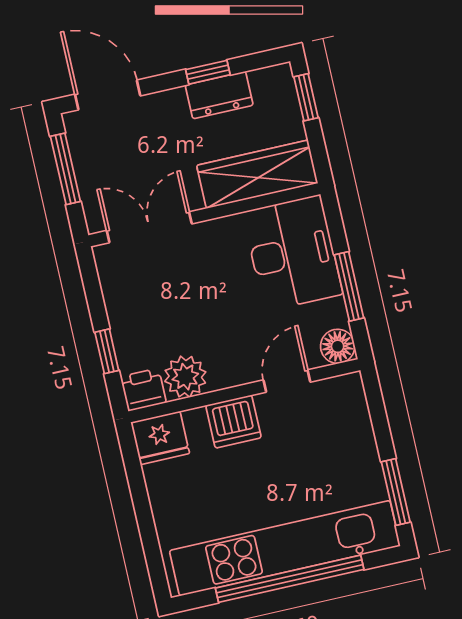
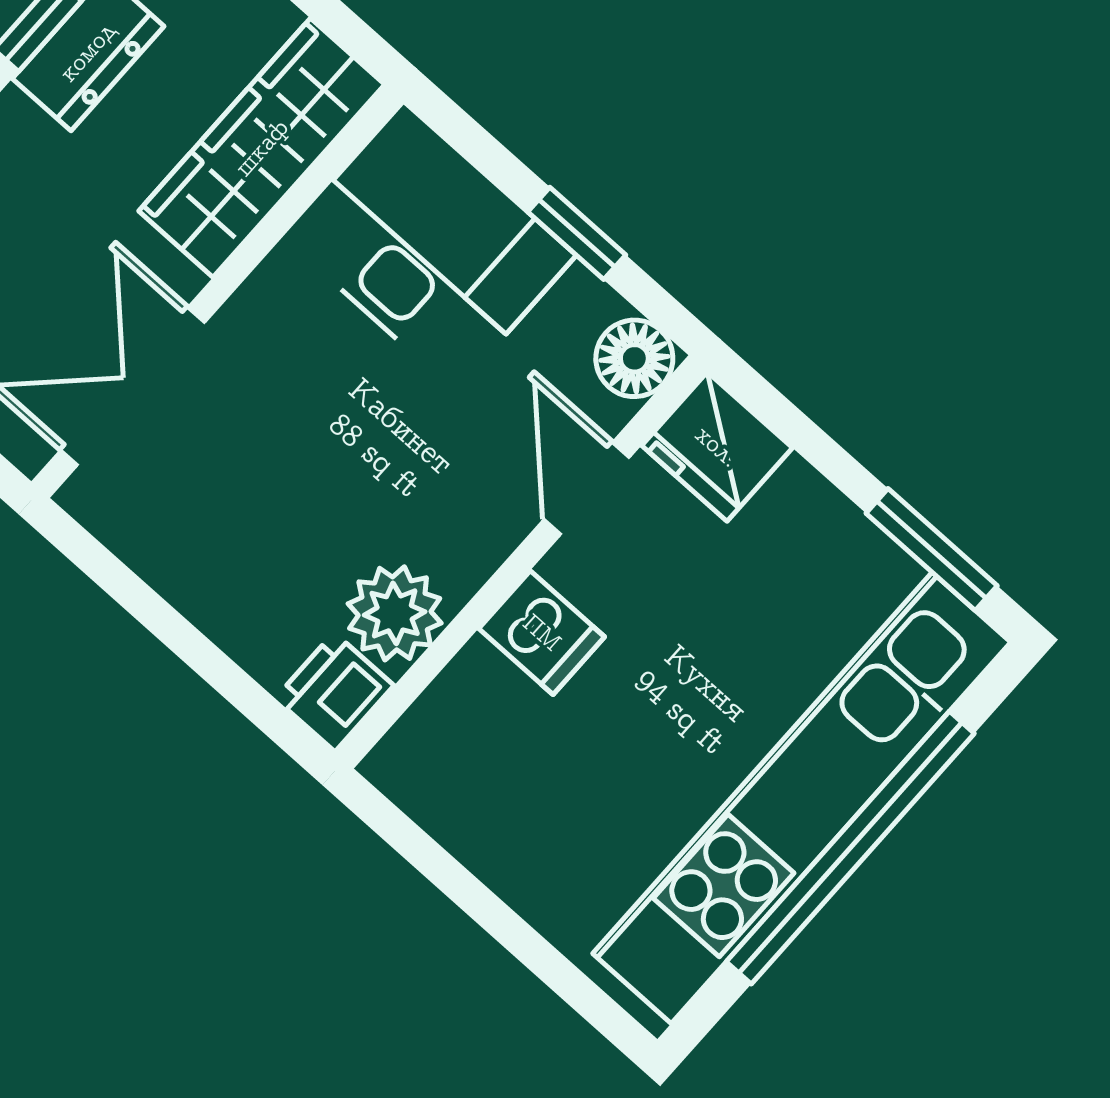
window: (349, 286) -> (577, 233), width x0.67
window: (107, 351) -> (217, 669), removed
dishwasher: (233, 422) -> (542, 633), width x0.73
fridge: (160, 438) -> (717, 447), moved, turned 90

